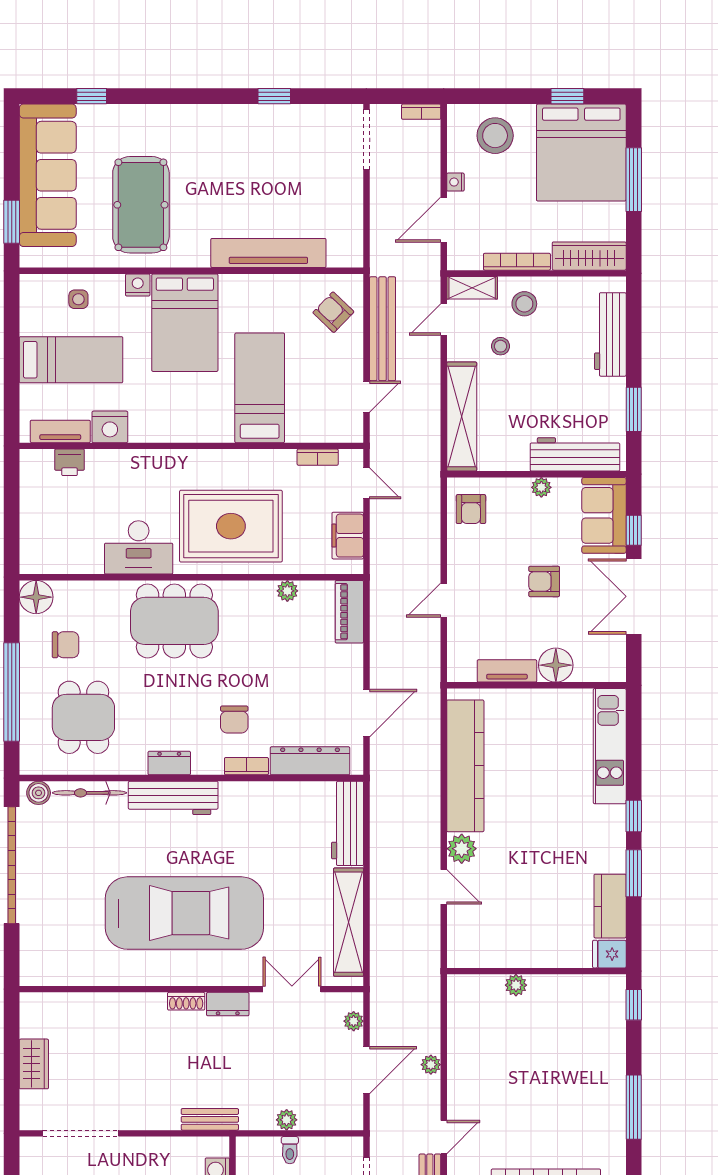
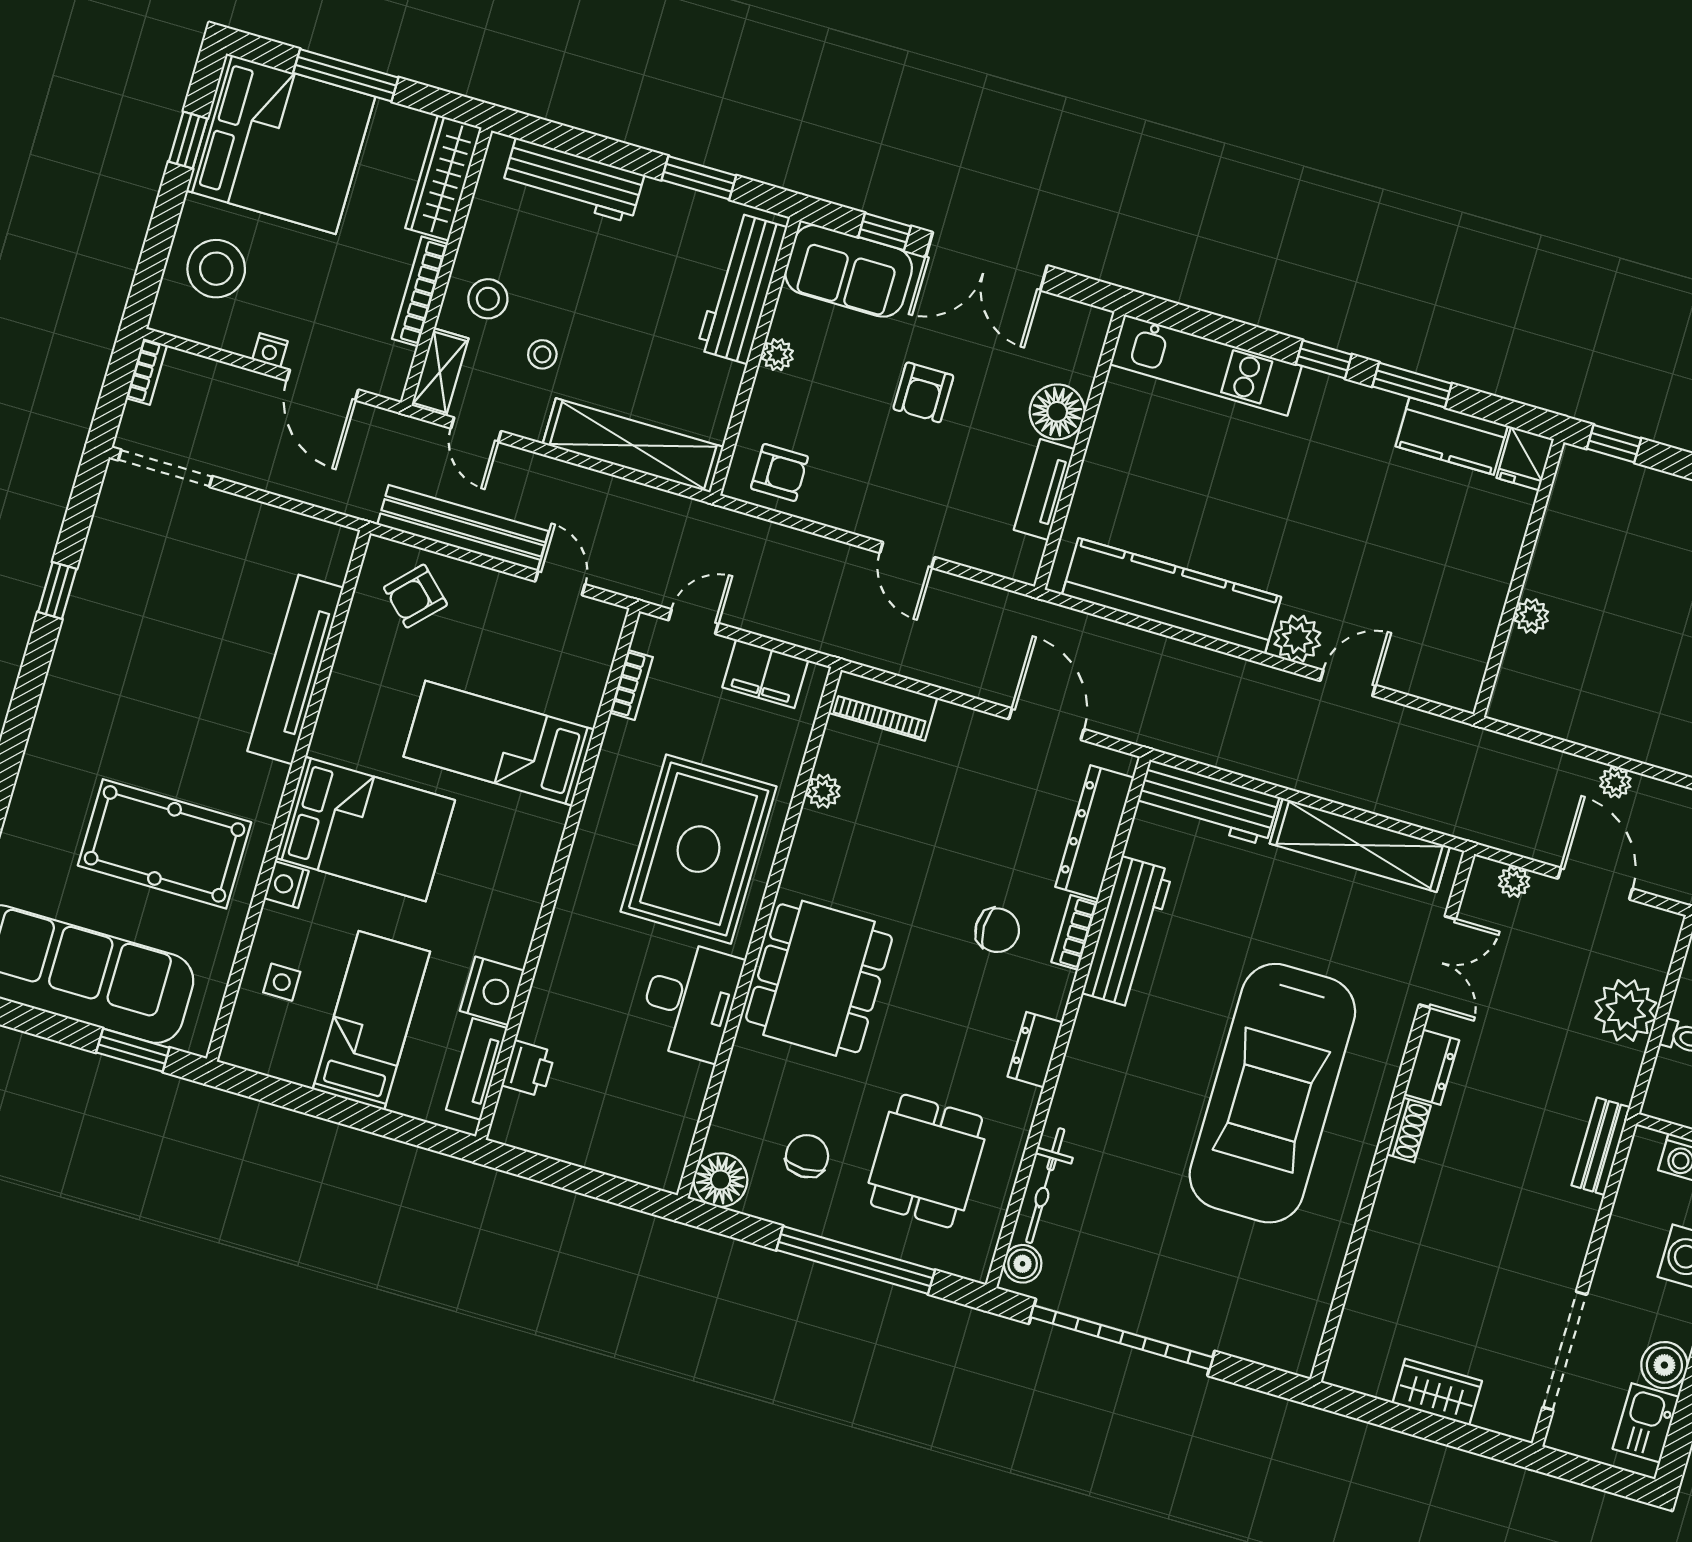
dining table: (83, 717) -> (927, 1161), turned 90
workbench: (173, 798) -> (1127, 932), moved
car: (184, 913) -> (1272, 1093), turned 180
double door: (292, 989) -> (1437, 962), swing flipped
plant: (287, 1120) -> (1626, 1010), width x1.87, depth x1.87

